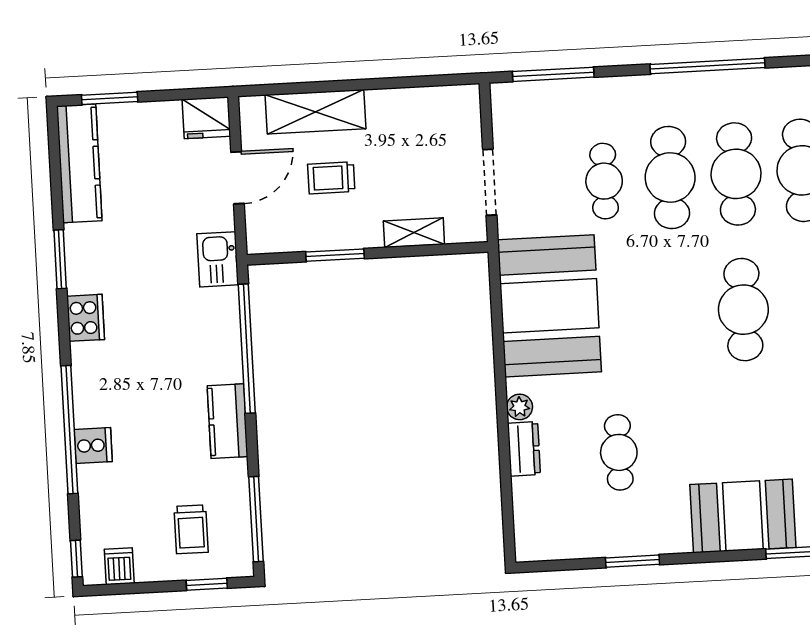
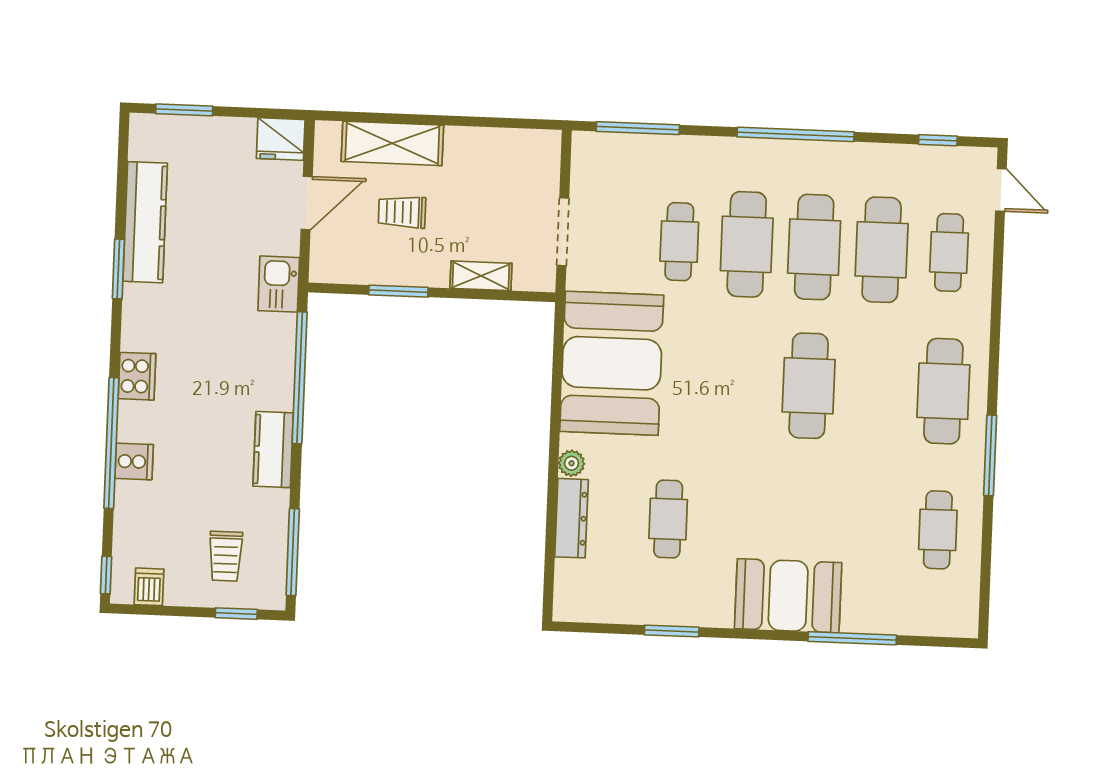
kitchen counter: (79, 163) -> (145, 222), moved
cooker: (86, 318) -> (137, 376), moved
dresser: (524, 449) -> (572, 518), width x1.44

